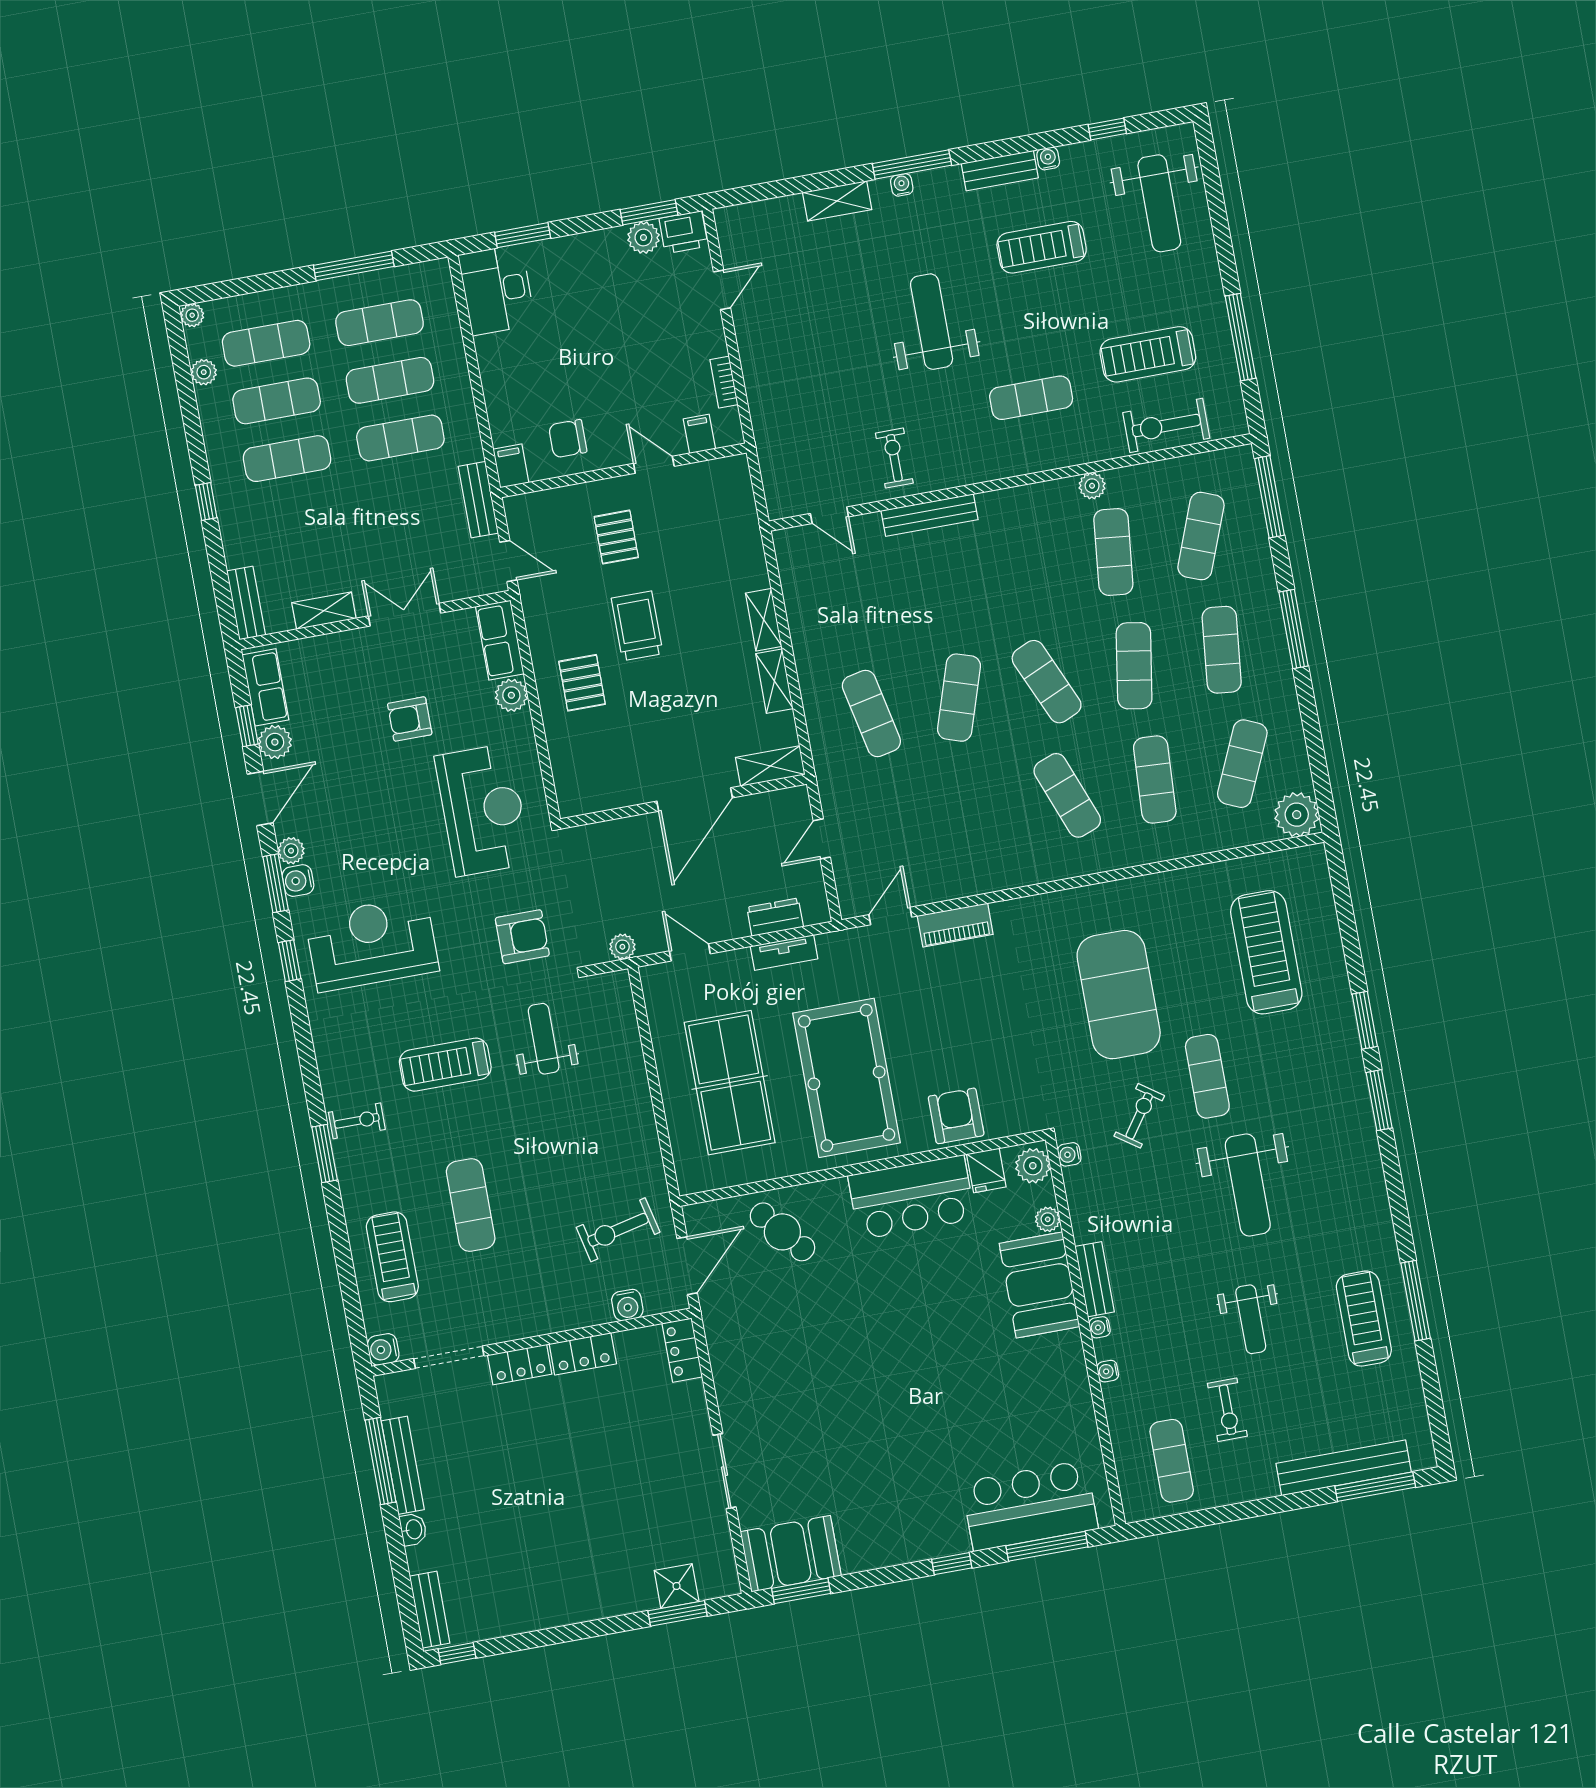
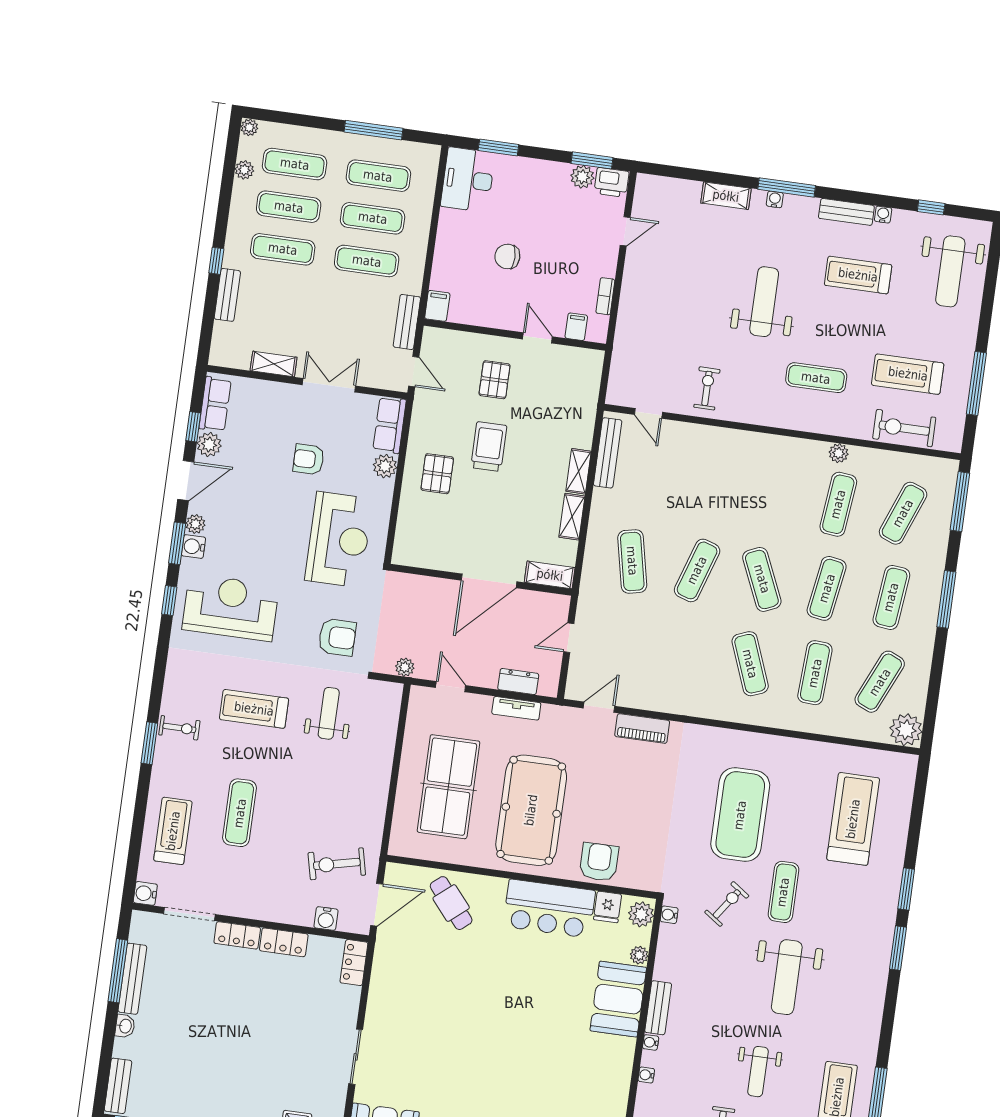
chair: (568, 439) -> (507, 256), moved
bench: (930, 515) -> (608, 453), moved, turned 90
bench: (246, 603) -> (227, 295), moved

